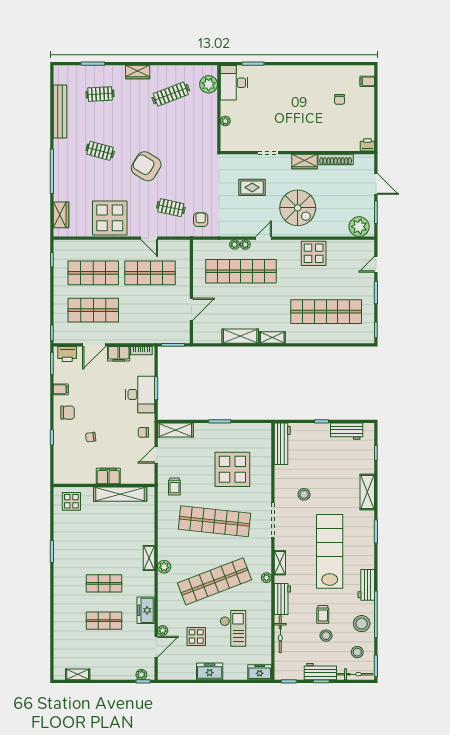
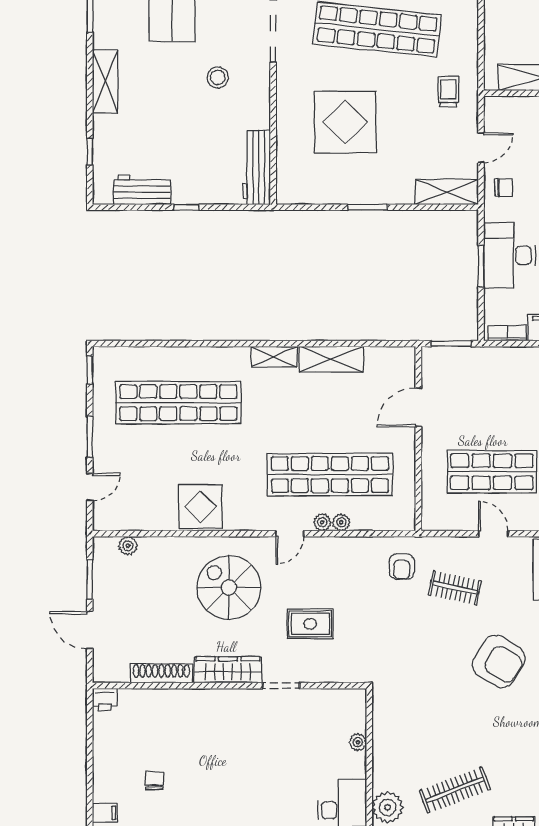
wardrobe: (305, 162) -> (228, 670), width x1.50
plant: (359, 227) -> (128, 546), width x0.53, depth x0.53

